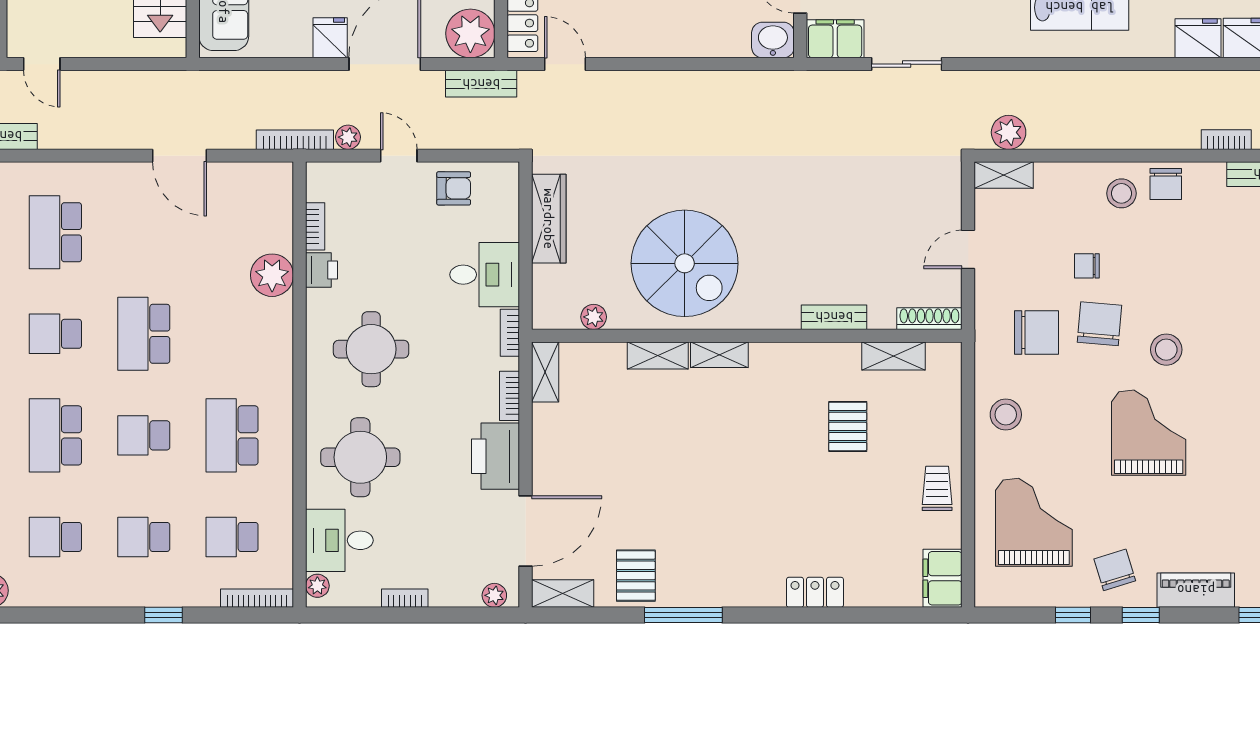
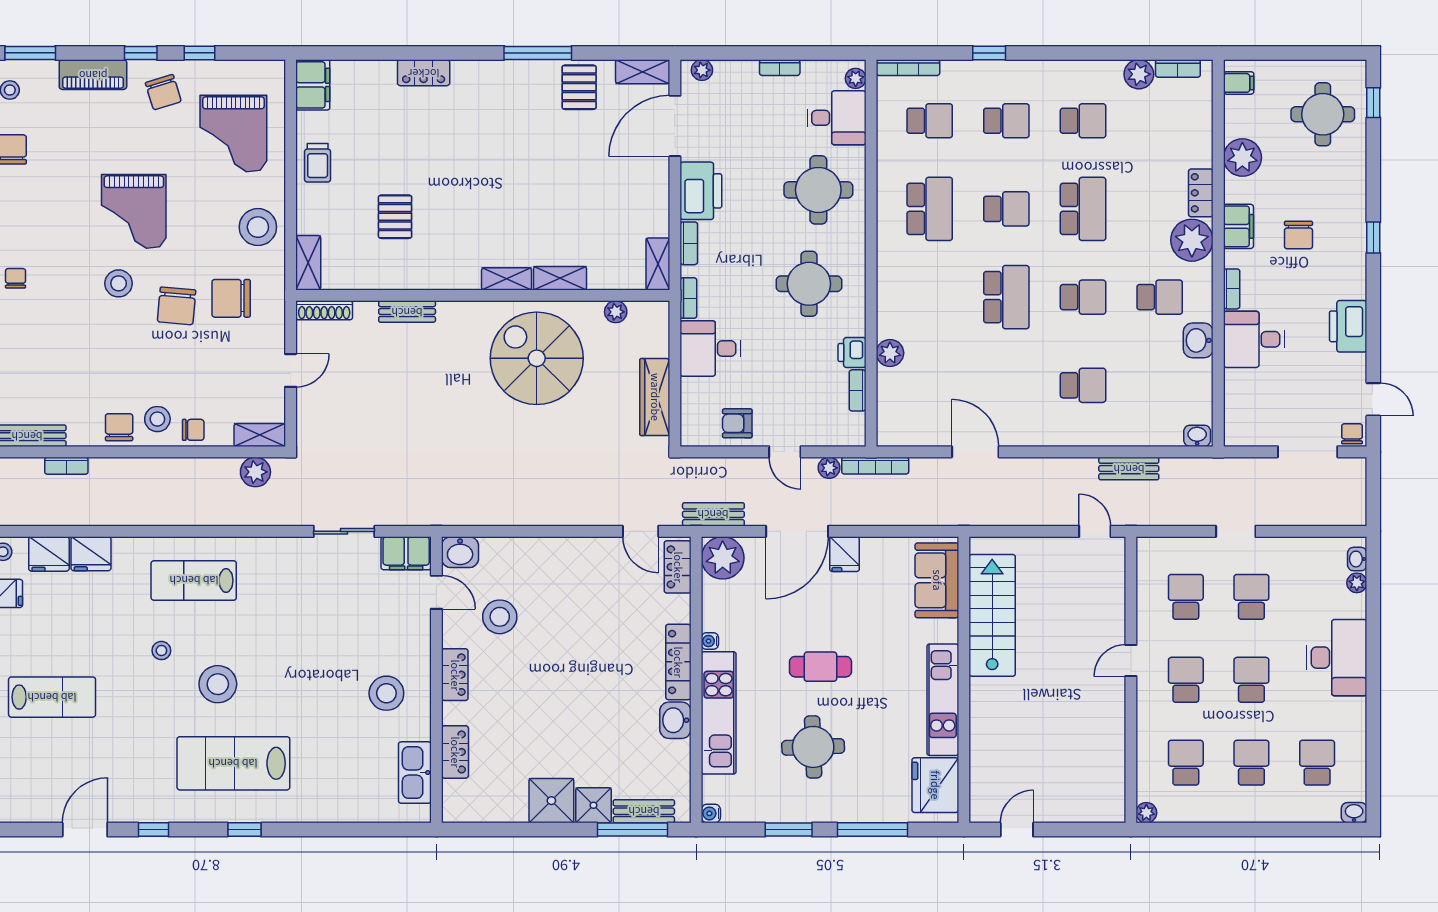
school desk: (55, 232) -> (1083, 385), width x0.54
chair: (1087, 266) -> (193, 430), moved
plant: (272, 275) -> (890, 353), width x0.73, depth x0.73
shelving: (894, 356) -> (308, 263), moved, turned 90
stool: (1006, 415) -> (258, 227), width x1.38, depth x1.38

